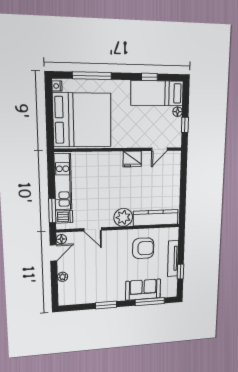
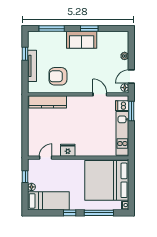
window: (149, 77) -> (70, 213), moved
plant: (123, 217) -> (75, 103), removed
sofa: (143, 290) -> (82, 40), moved

